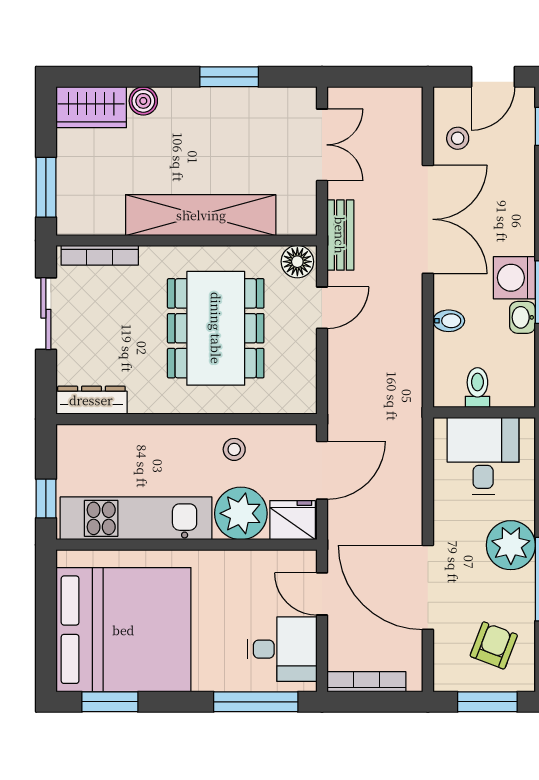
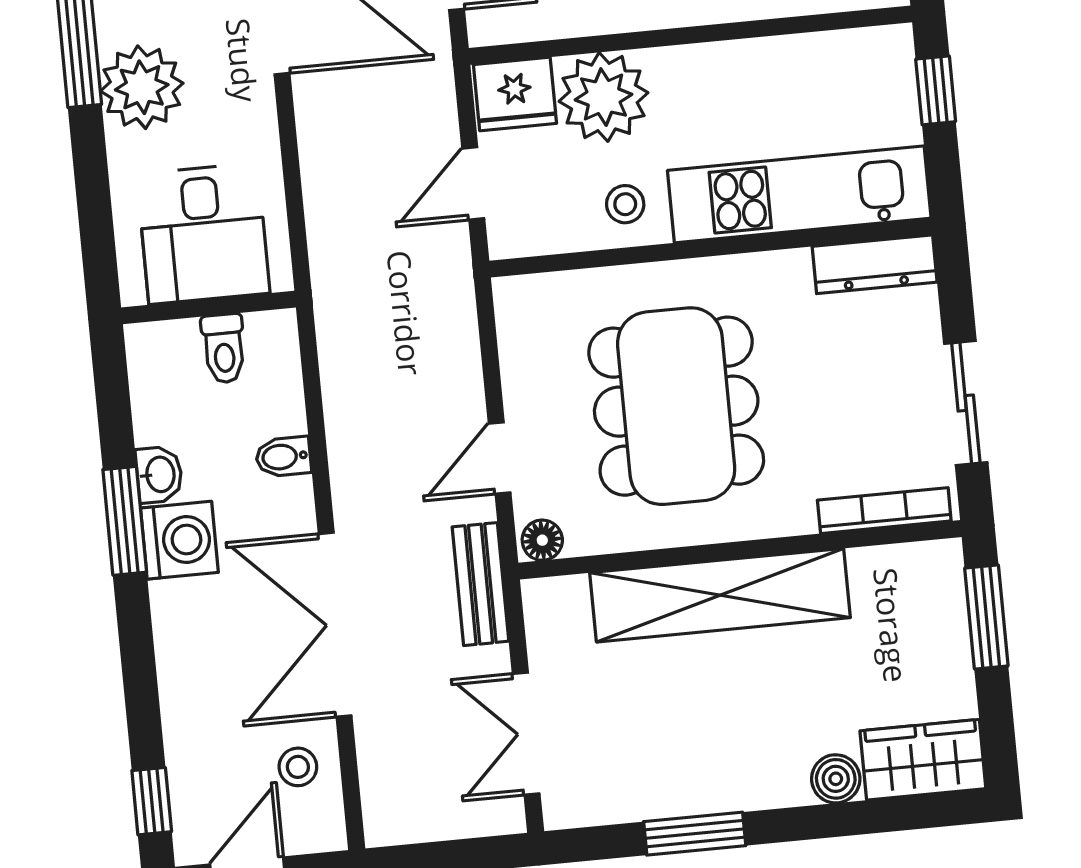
floor lamp: (297, 262) -> (542, 540), width x0.73, depth x0.73
door: (322, 470) -> (473, 183), width x0.73
kitchen unit: (136, 518) -> (799, 194), moved, turned 180

